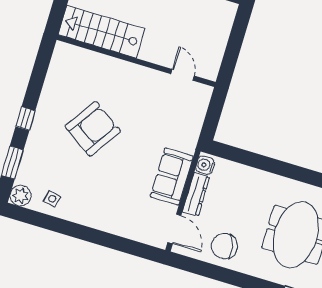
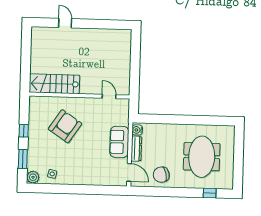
stairs: (102, 32) -> (54, 84), moved
wall: (136, 61) -> (79, 96), moved
door: (183, 75) -> (109, 96), moved

